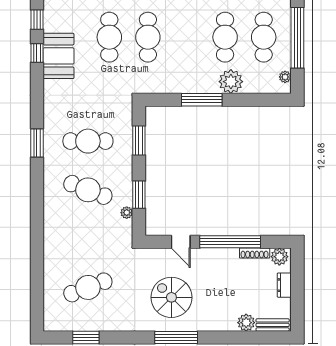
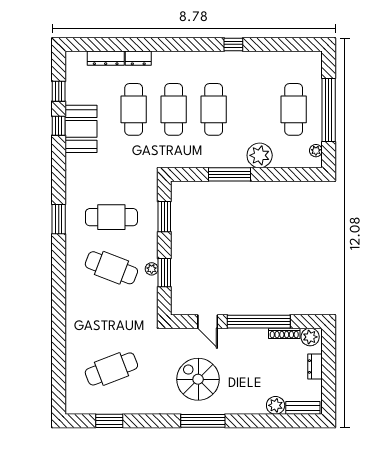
cafe table: (225, 37) -> (214, 109), moved
plant: (127, 213) -> (152, 269), moved

